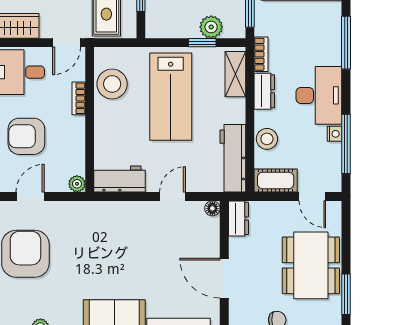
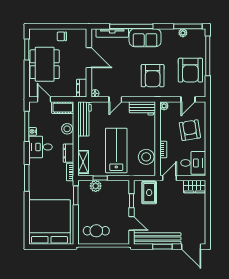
desk: (319, 95) -> (41, 147), width x0.73
armchair: (26, 136) -> (190, 130), turned -99
armchair: (100, 243) -> (153, 76), added

